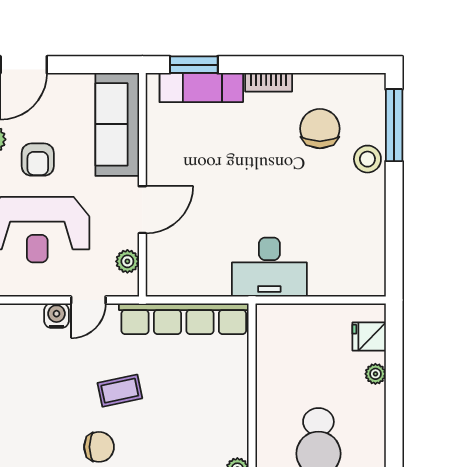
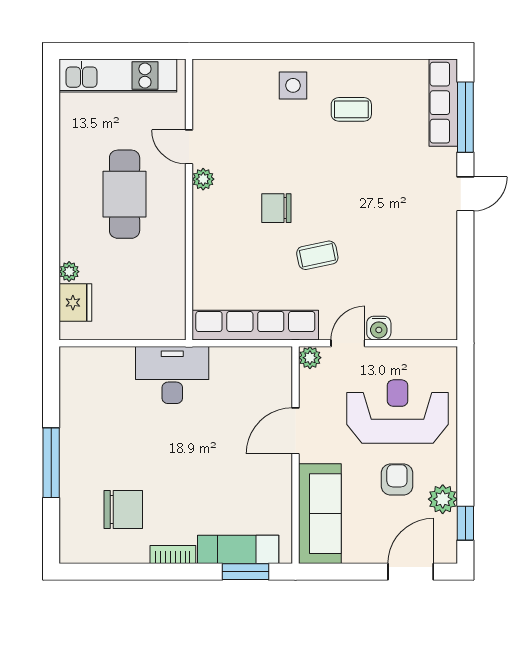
window: (394, 125) -> (51, 463), moved
chair: (320, 129) -> (123, 510), turned -90
stool: (367, 159) -> (77, 480), removed
plant: (127, 261) -> (310, 358), moved
fridge: (369, 336) -> (75, 303), width x1.38
chair: (99, 447) -> (276, 208), moved

